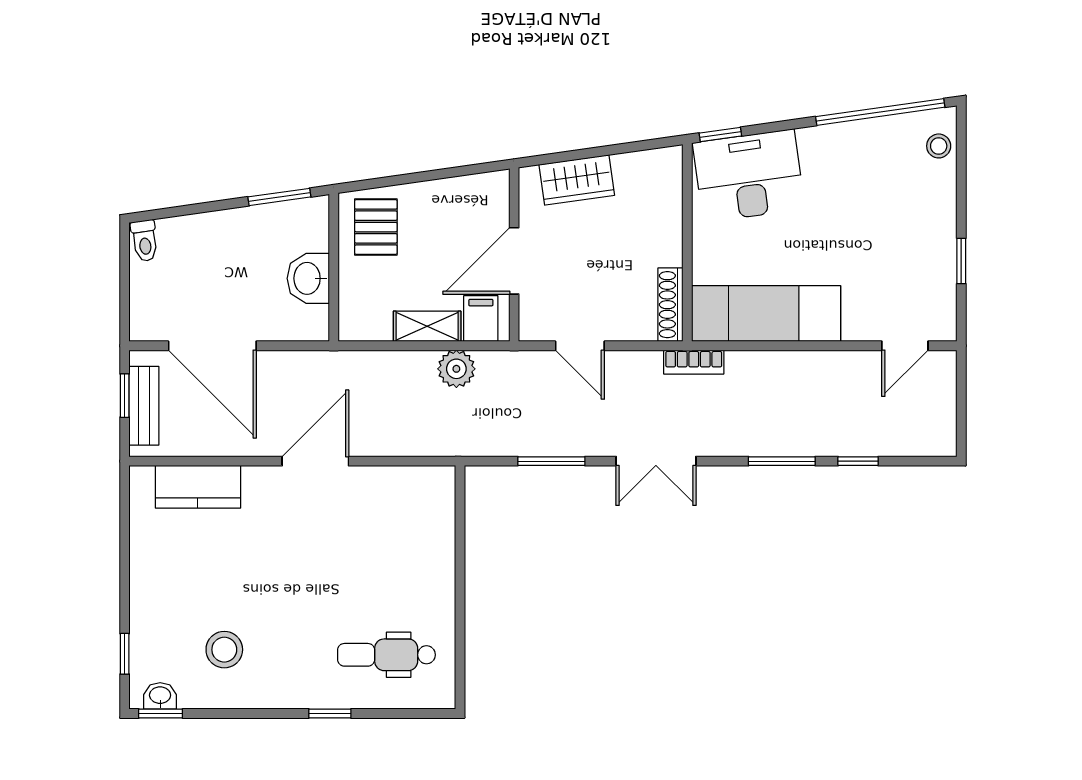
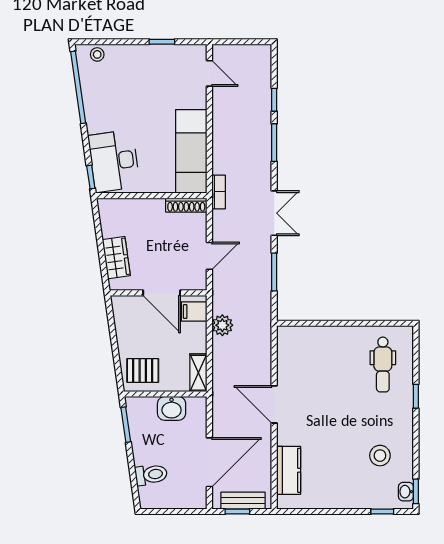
toilet: (145, 241) -> (151, 475), moved, width x1.37, depth x1.39
shelving: (427, 326) -> (198, 373), moved

